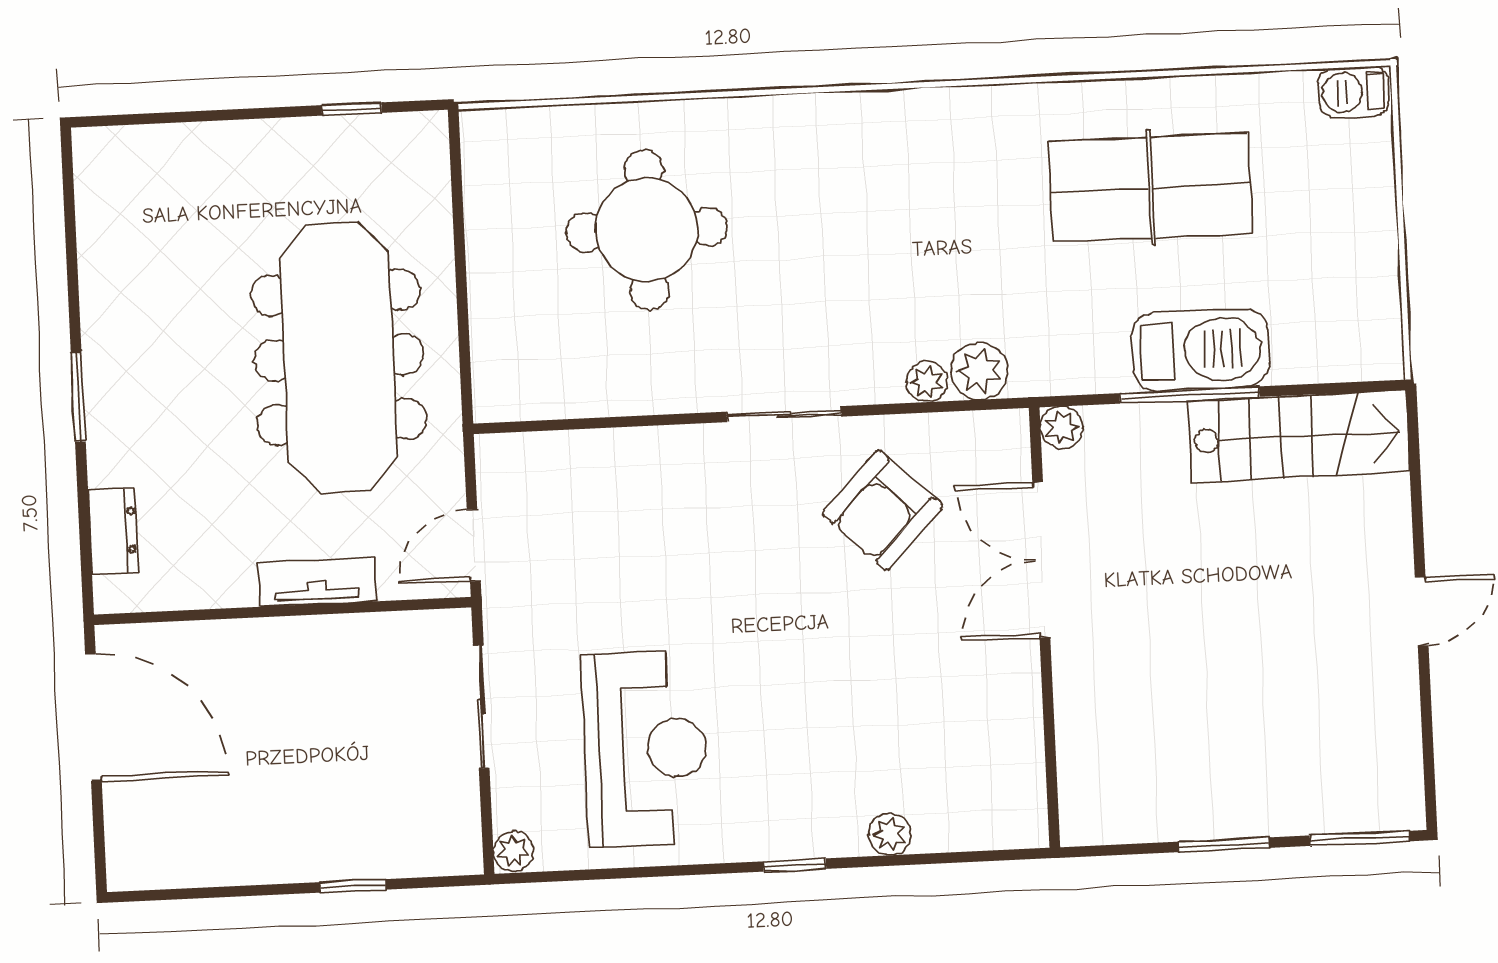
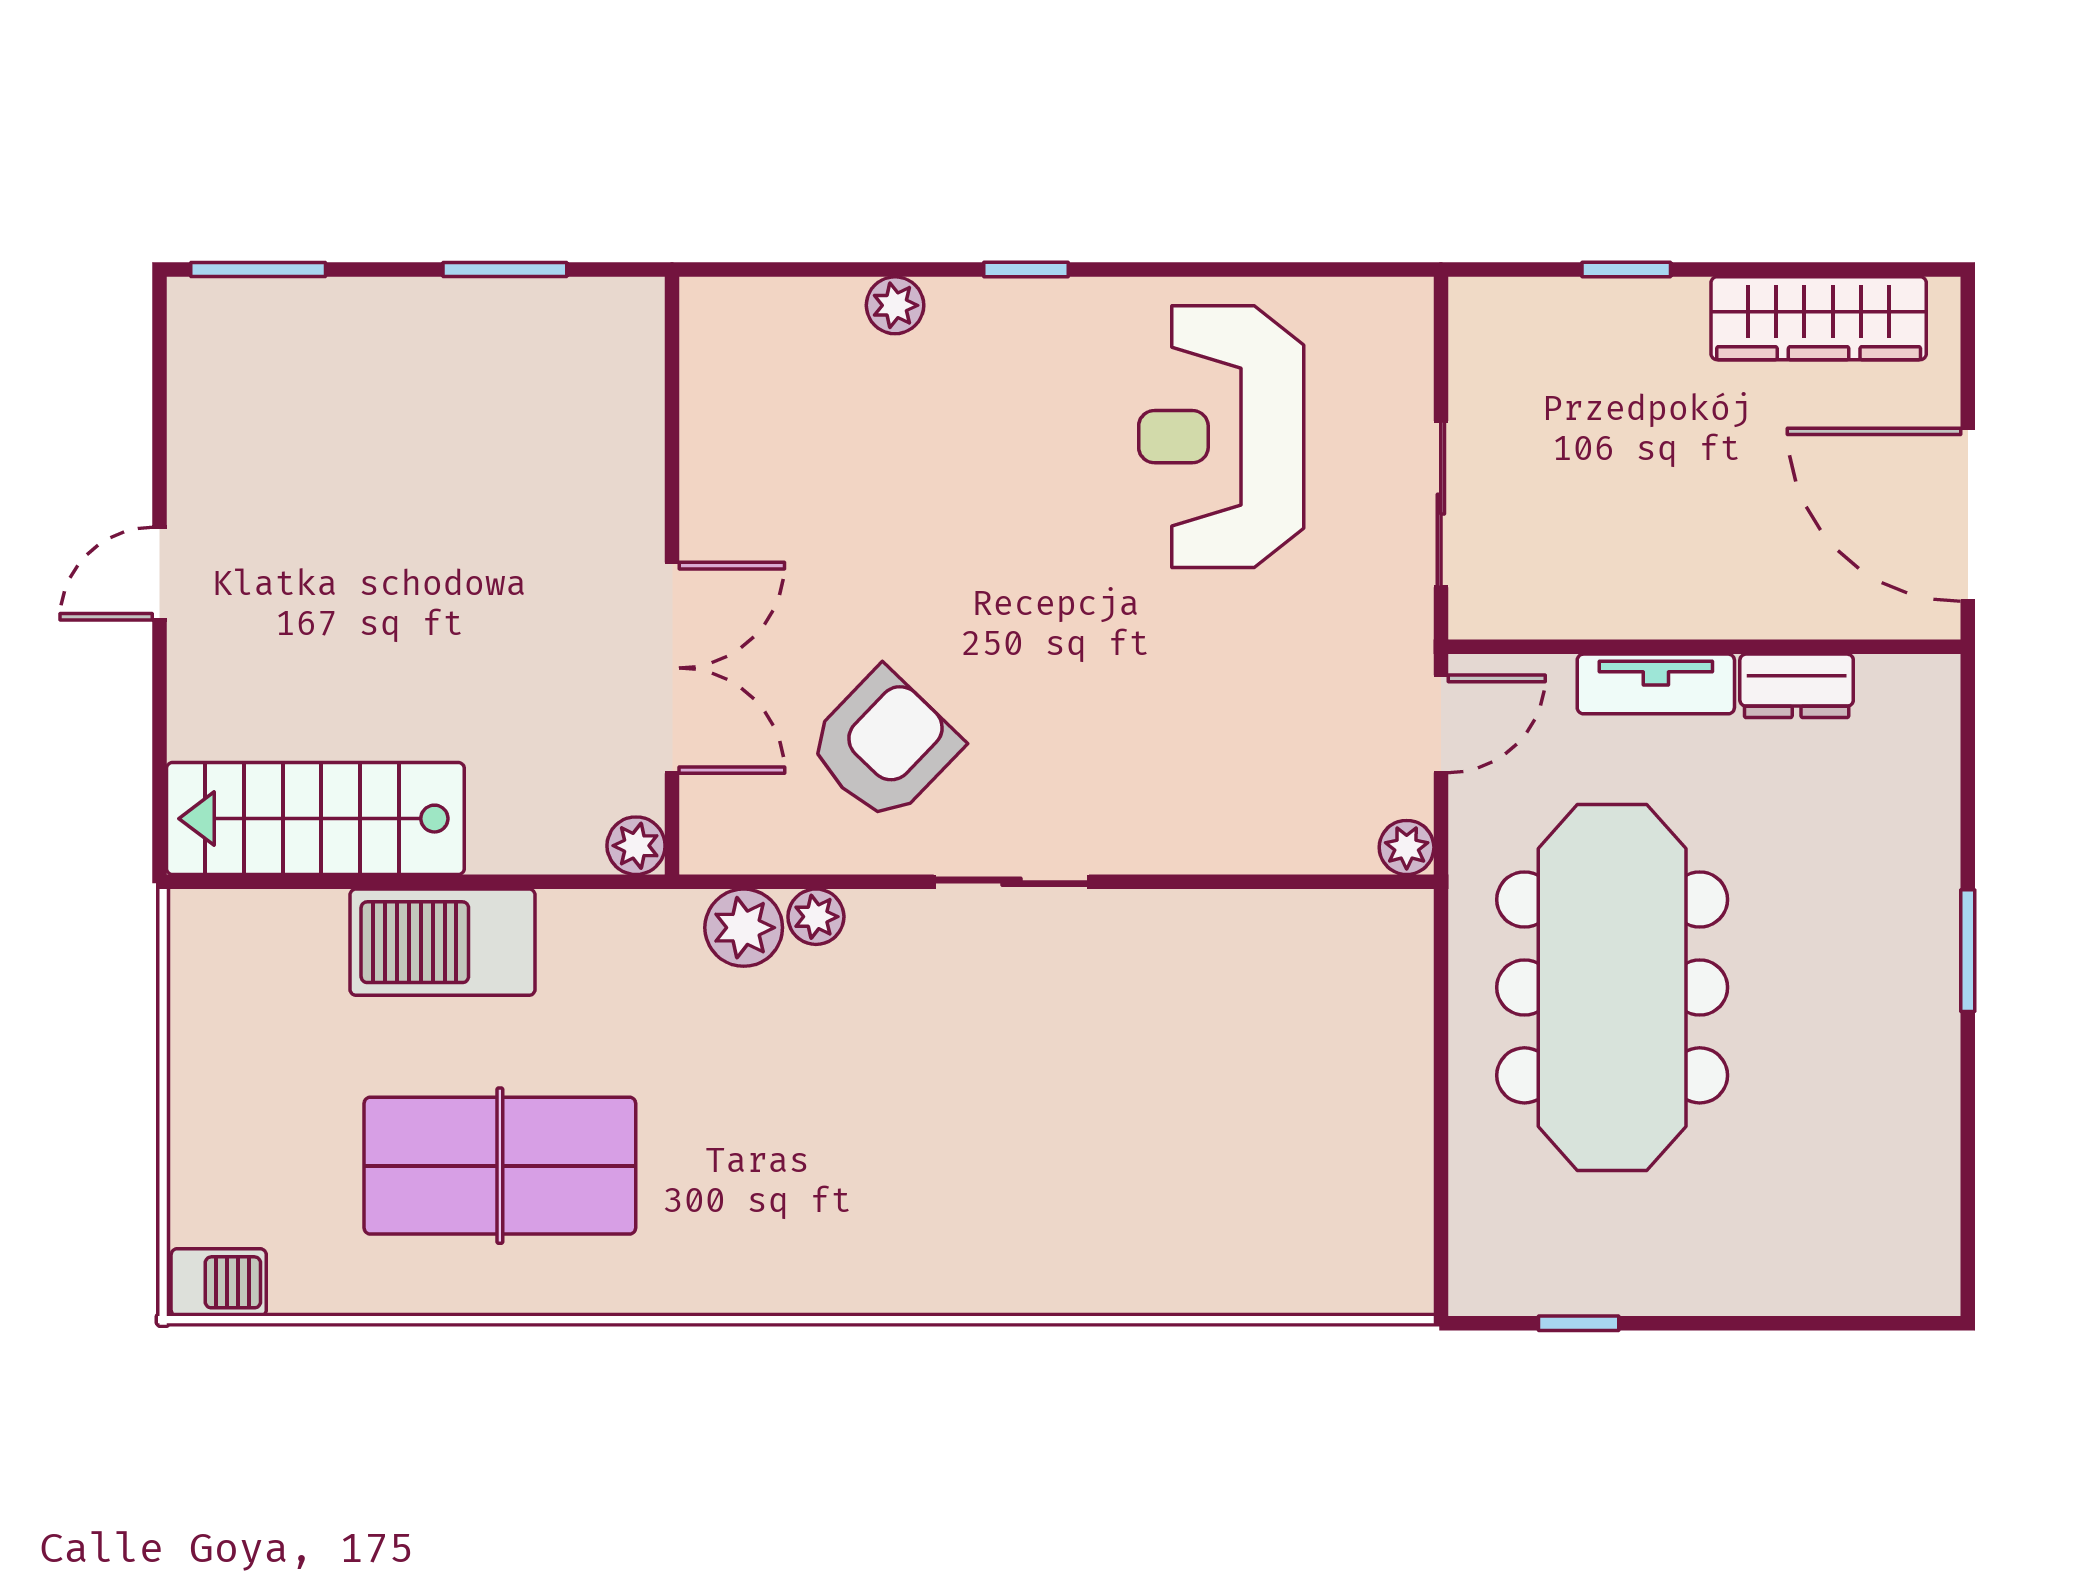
round table: (647, 230) -> (1186, 1141), removed
window: (1190, 395) -> (460, 882), removed
dresser: (113, 531) -> (1797, 686), moved, turned -90
window: (1224, 845) -> (505, 270), moved
plant: (513, 851) -> (1407, 847), moved
wardrobe: (210, 857) -> (1819, 318), added

